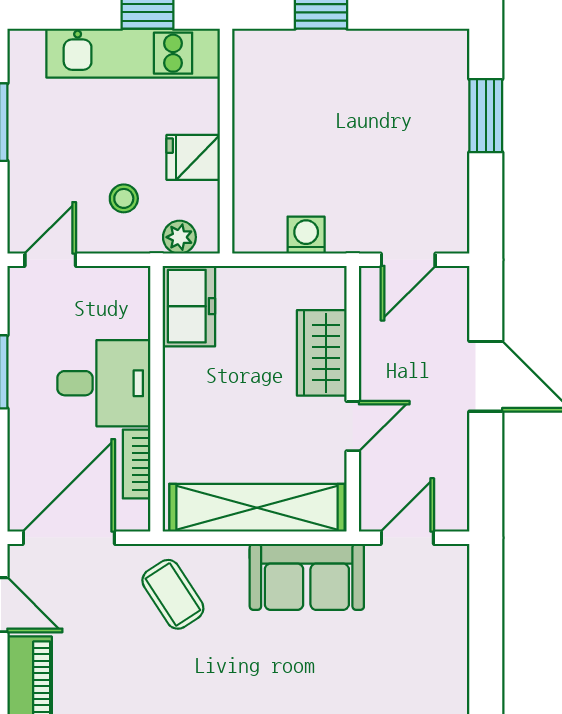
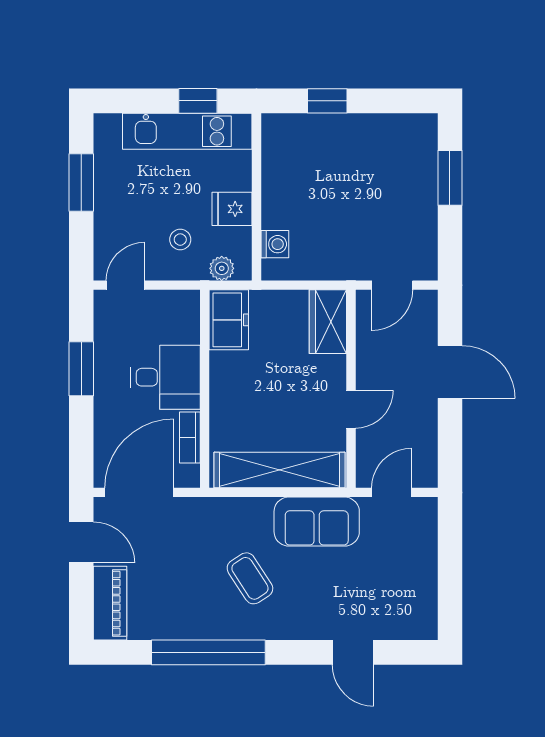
washing machine: (306, 235) -> (275, 244), moved, turned 90
wardrobe: (322, 353) -> (328, 322), moved
coffee table: (173, 594) -> (250, 578), moved

